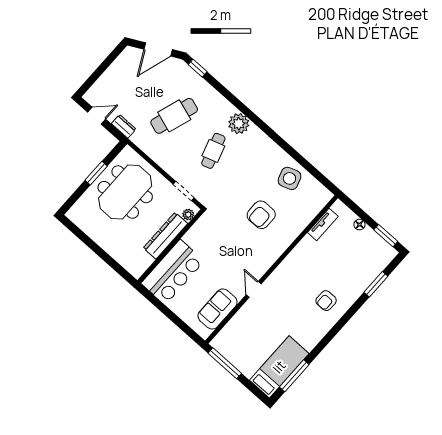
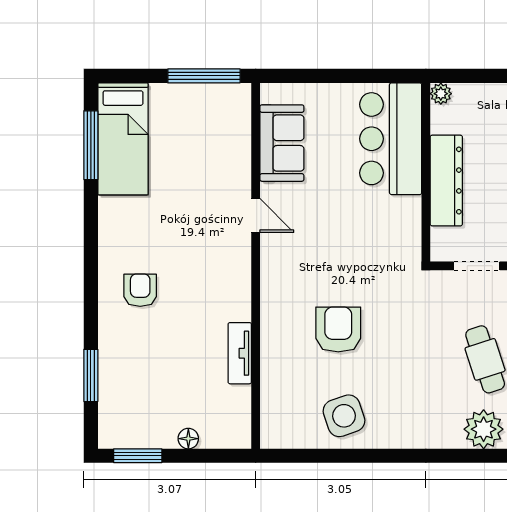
plant: (188, 215) -> (441, 94), moved
tv unit: (323, 224) -> (240, 353), moved

